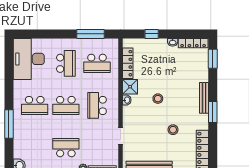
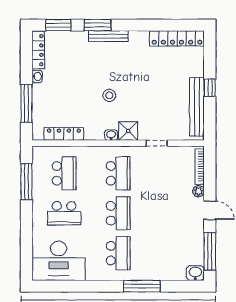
window: (152, 34) -> (26, 103), width x2.17
school desk: (66, 63) -> (64, 213), turned 180
shower: (130, 87) -> (128, 131), moved
school desk: (97, 105) -> (118, 173), turned -90
window: (213, 112) -> (98, 25), moved
stool: (173, 130) -> (149, 76), removed
school desk: (66, 148) -> (172, 213), removed

